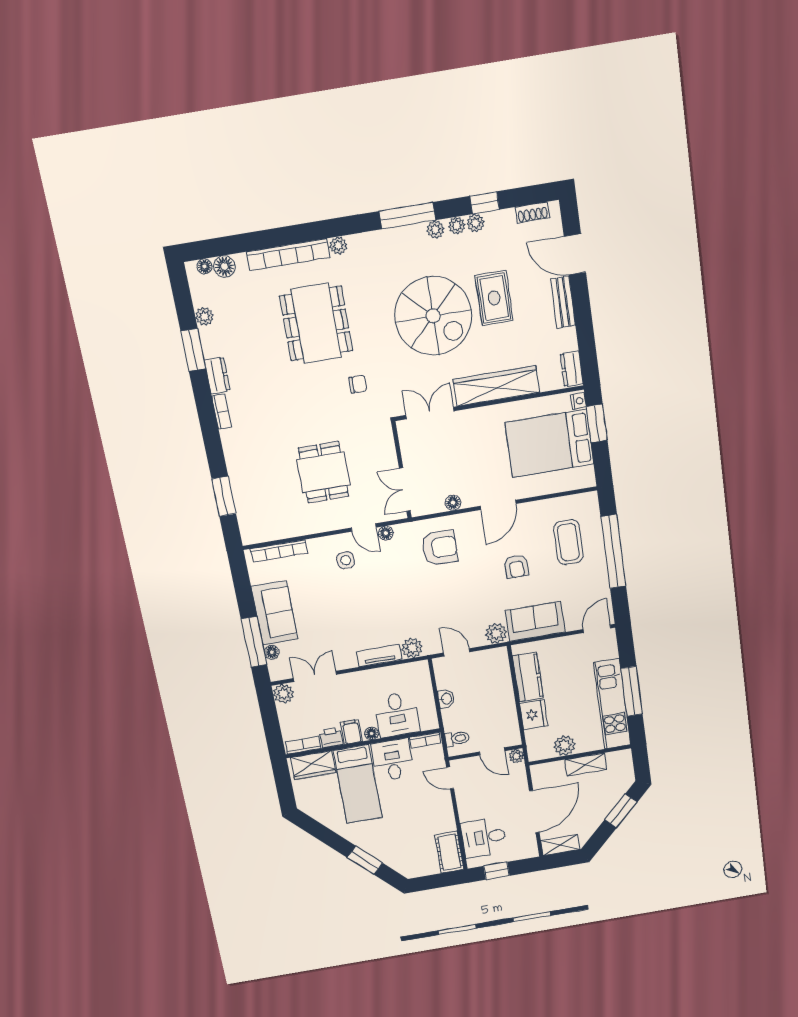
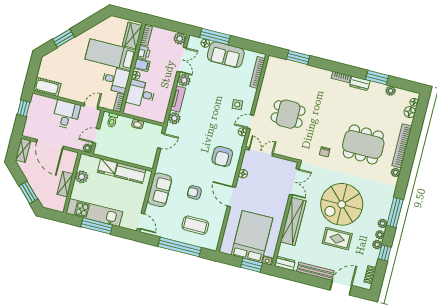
bench: (563, 302) -> (315, 271), width x1.36
plant: (496, 633) -> (184, 80), moved
desk: (484, 837) -> (66, 115), moved

